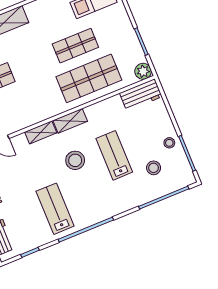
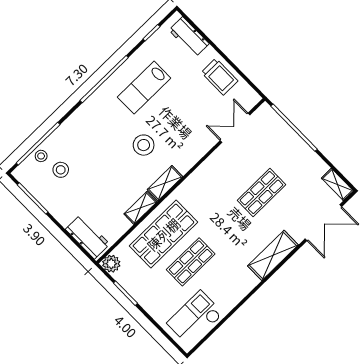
workbench: (141, 95) -> (88, 237), moved, turned 90
shelving: (41, 132) -> (140, 208), moved
stool: (169, 143) -> (41, 156), moved
lab bench: (114, 155) -> (106, 166), removed
lab bench: (55, 209) -> (144, 88), turned 90

